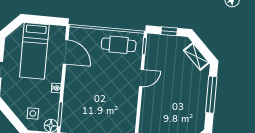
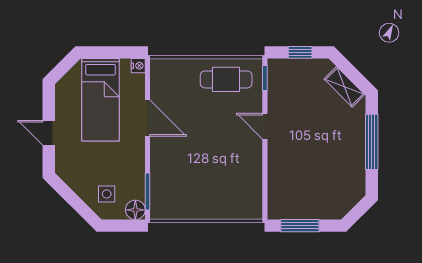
door: (66, 52) -> (148, 118), moved
door: (142, 78) -> (265, 126), swing flipped
nightstand: (56, 88) -> (138, 66), moved

